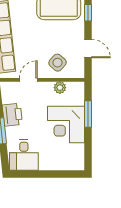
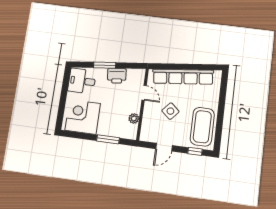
side table: (58, 63) -> (170, 111), moved
corner desk: (66, 124) -> (83, 117), moved

